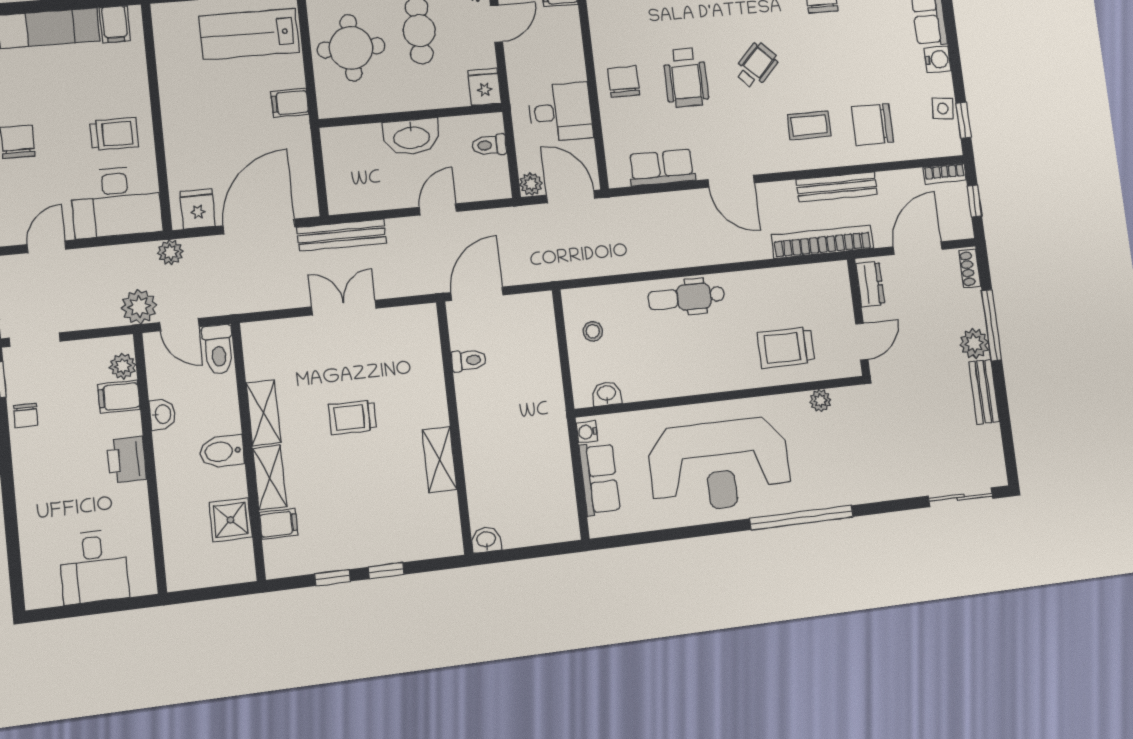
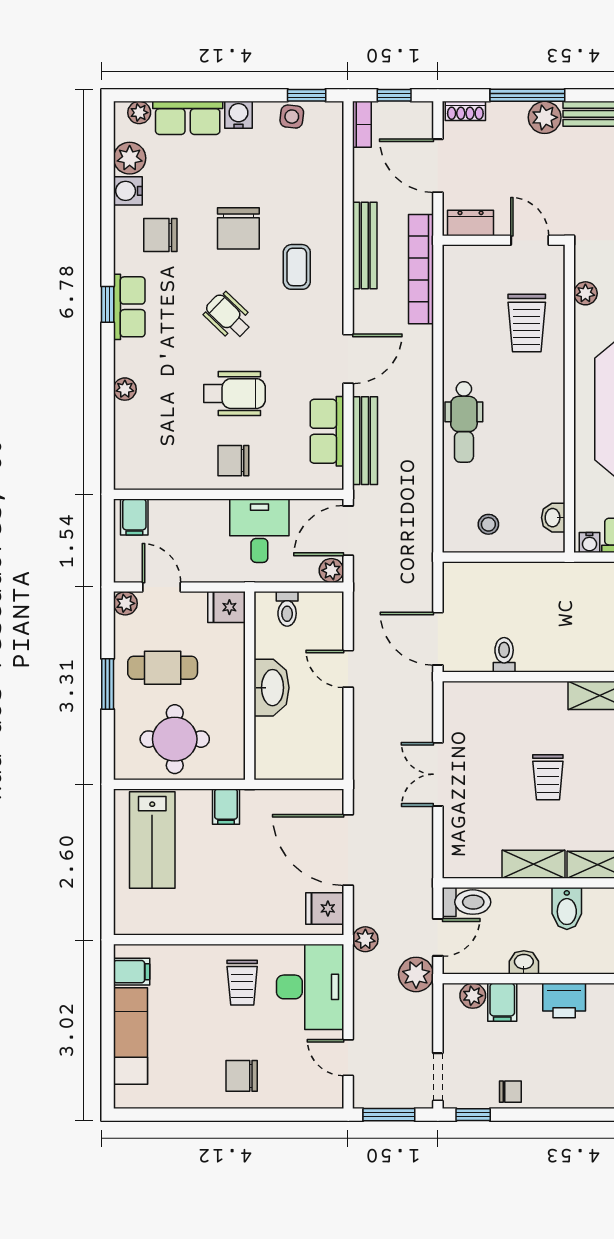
chair: (873, 125) -> (238, 228), moved
trolley: (114, 134) -> (242, 983), turned 180
bench: (342, 235) -> (365, 441), moved

